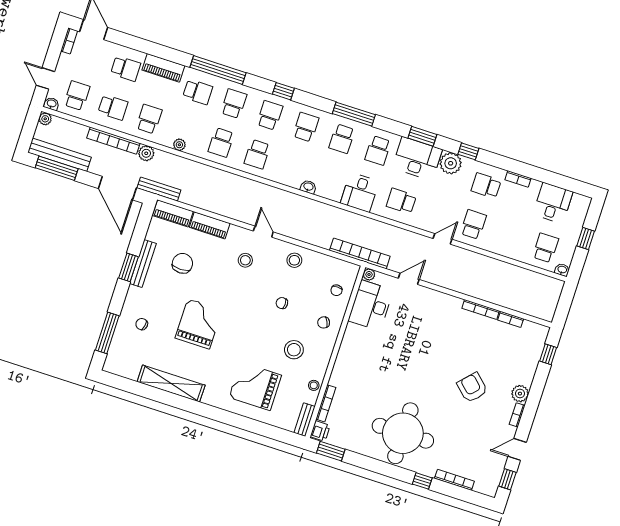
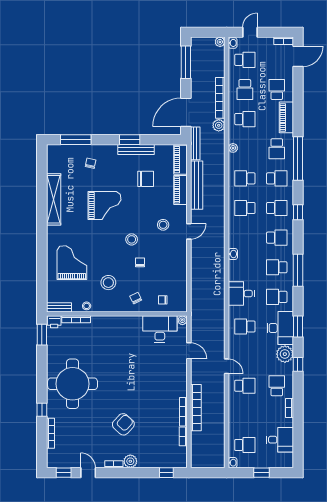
school desk: (126, 68) -> (277, 89), turned 180
bench: (59, 155) -> (197, 185), moved
school desk: (401, 201) -> (245, 327), turned -90
bookcase: (360, 253) -> (196, 408), moved
stool: (294, 260) -> (132, 239), moved

